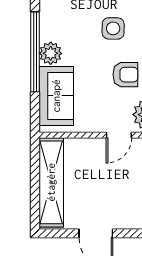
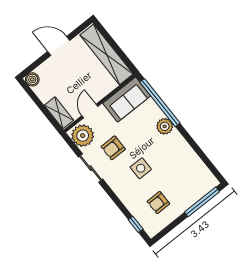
window: (35, 52) -> (160, 103), moved
sofa: (56, 96) -> (127, 100), moved, turned -90

